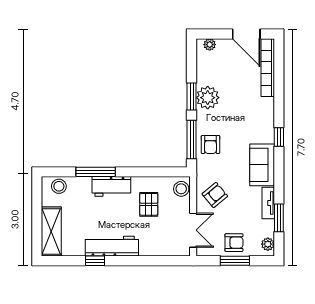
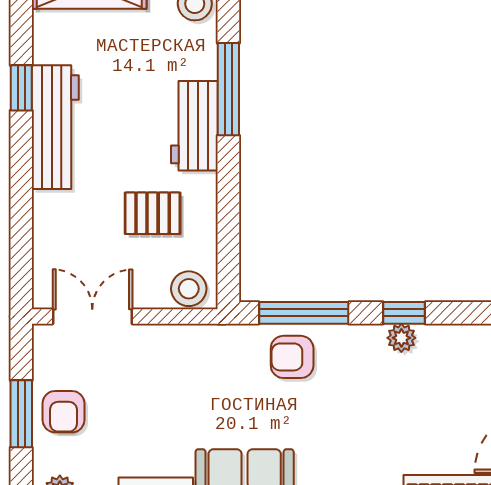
window: (192, 96) -> (404, 313), width x0.67
plant: (208, 98) -> (401, 338), width x0.53, depth x0.53
armchair: (215, 195) -> (174, 367), removed
double door: (193, 230) -> (92, 316), swing flipped

